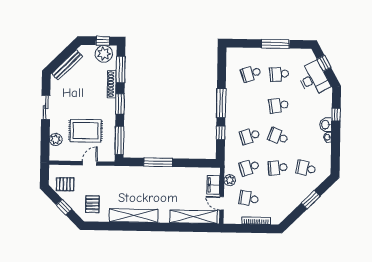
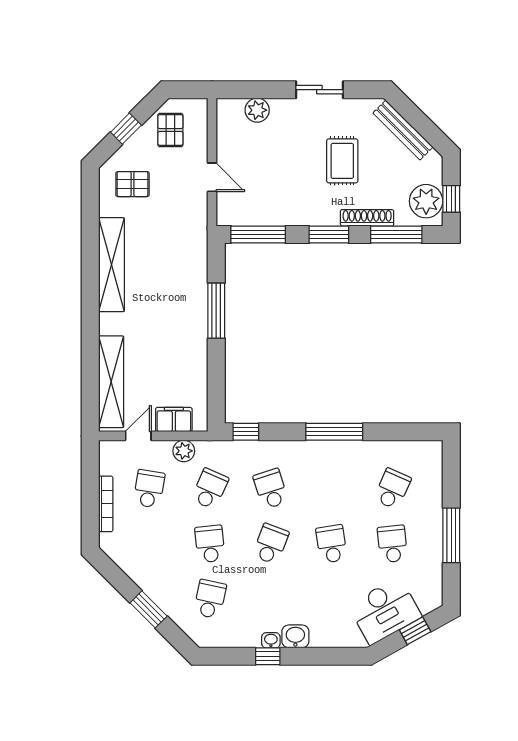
school desk: (251, 74) -> (392, 489), turned 42
window: (336, 115) -> (268, 656), moved
rug: (86, 131) -> (342, 161), moved, width x0.73, depth x0.70
window: (221, 133) -> (246, 432), moved
school desk: (249, 167) -> (210, 489), turned 42

